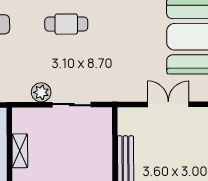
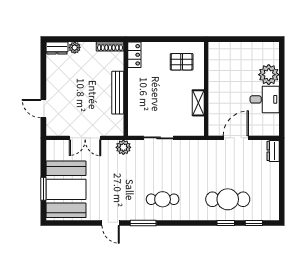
plant: (41, 92) -> (123, 147), moved

